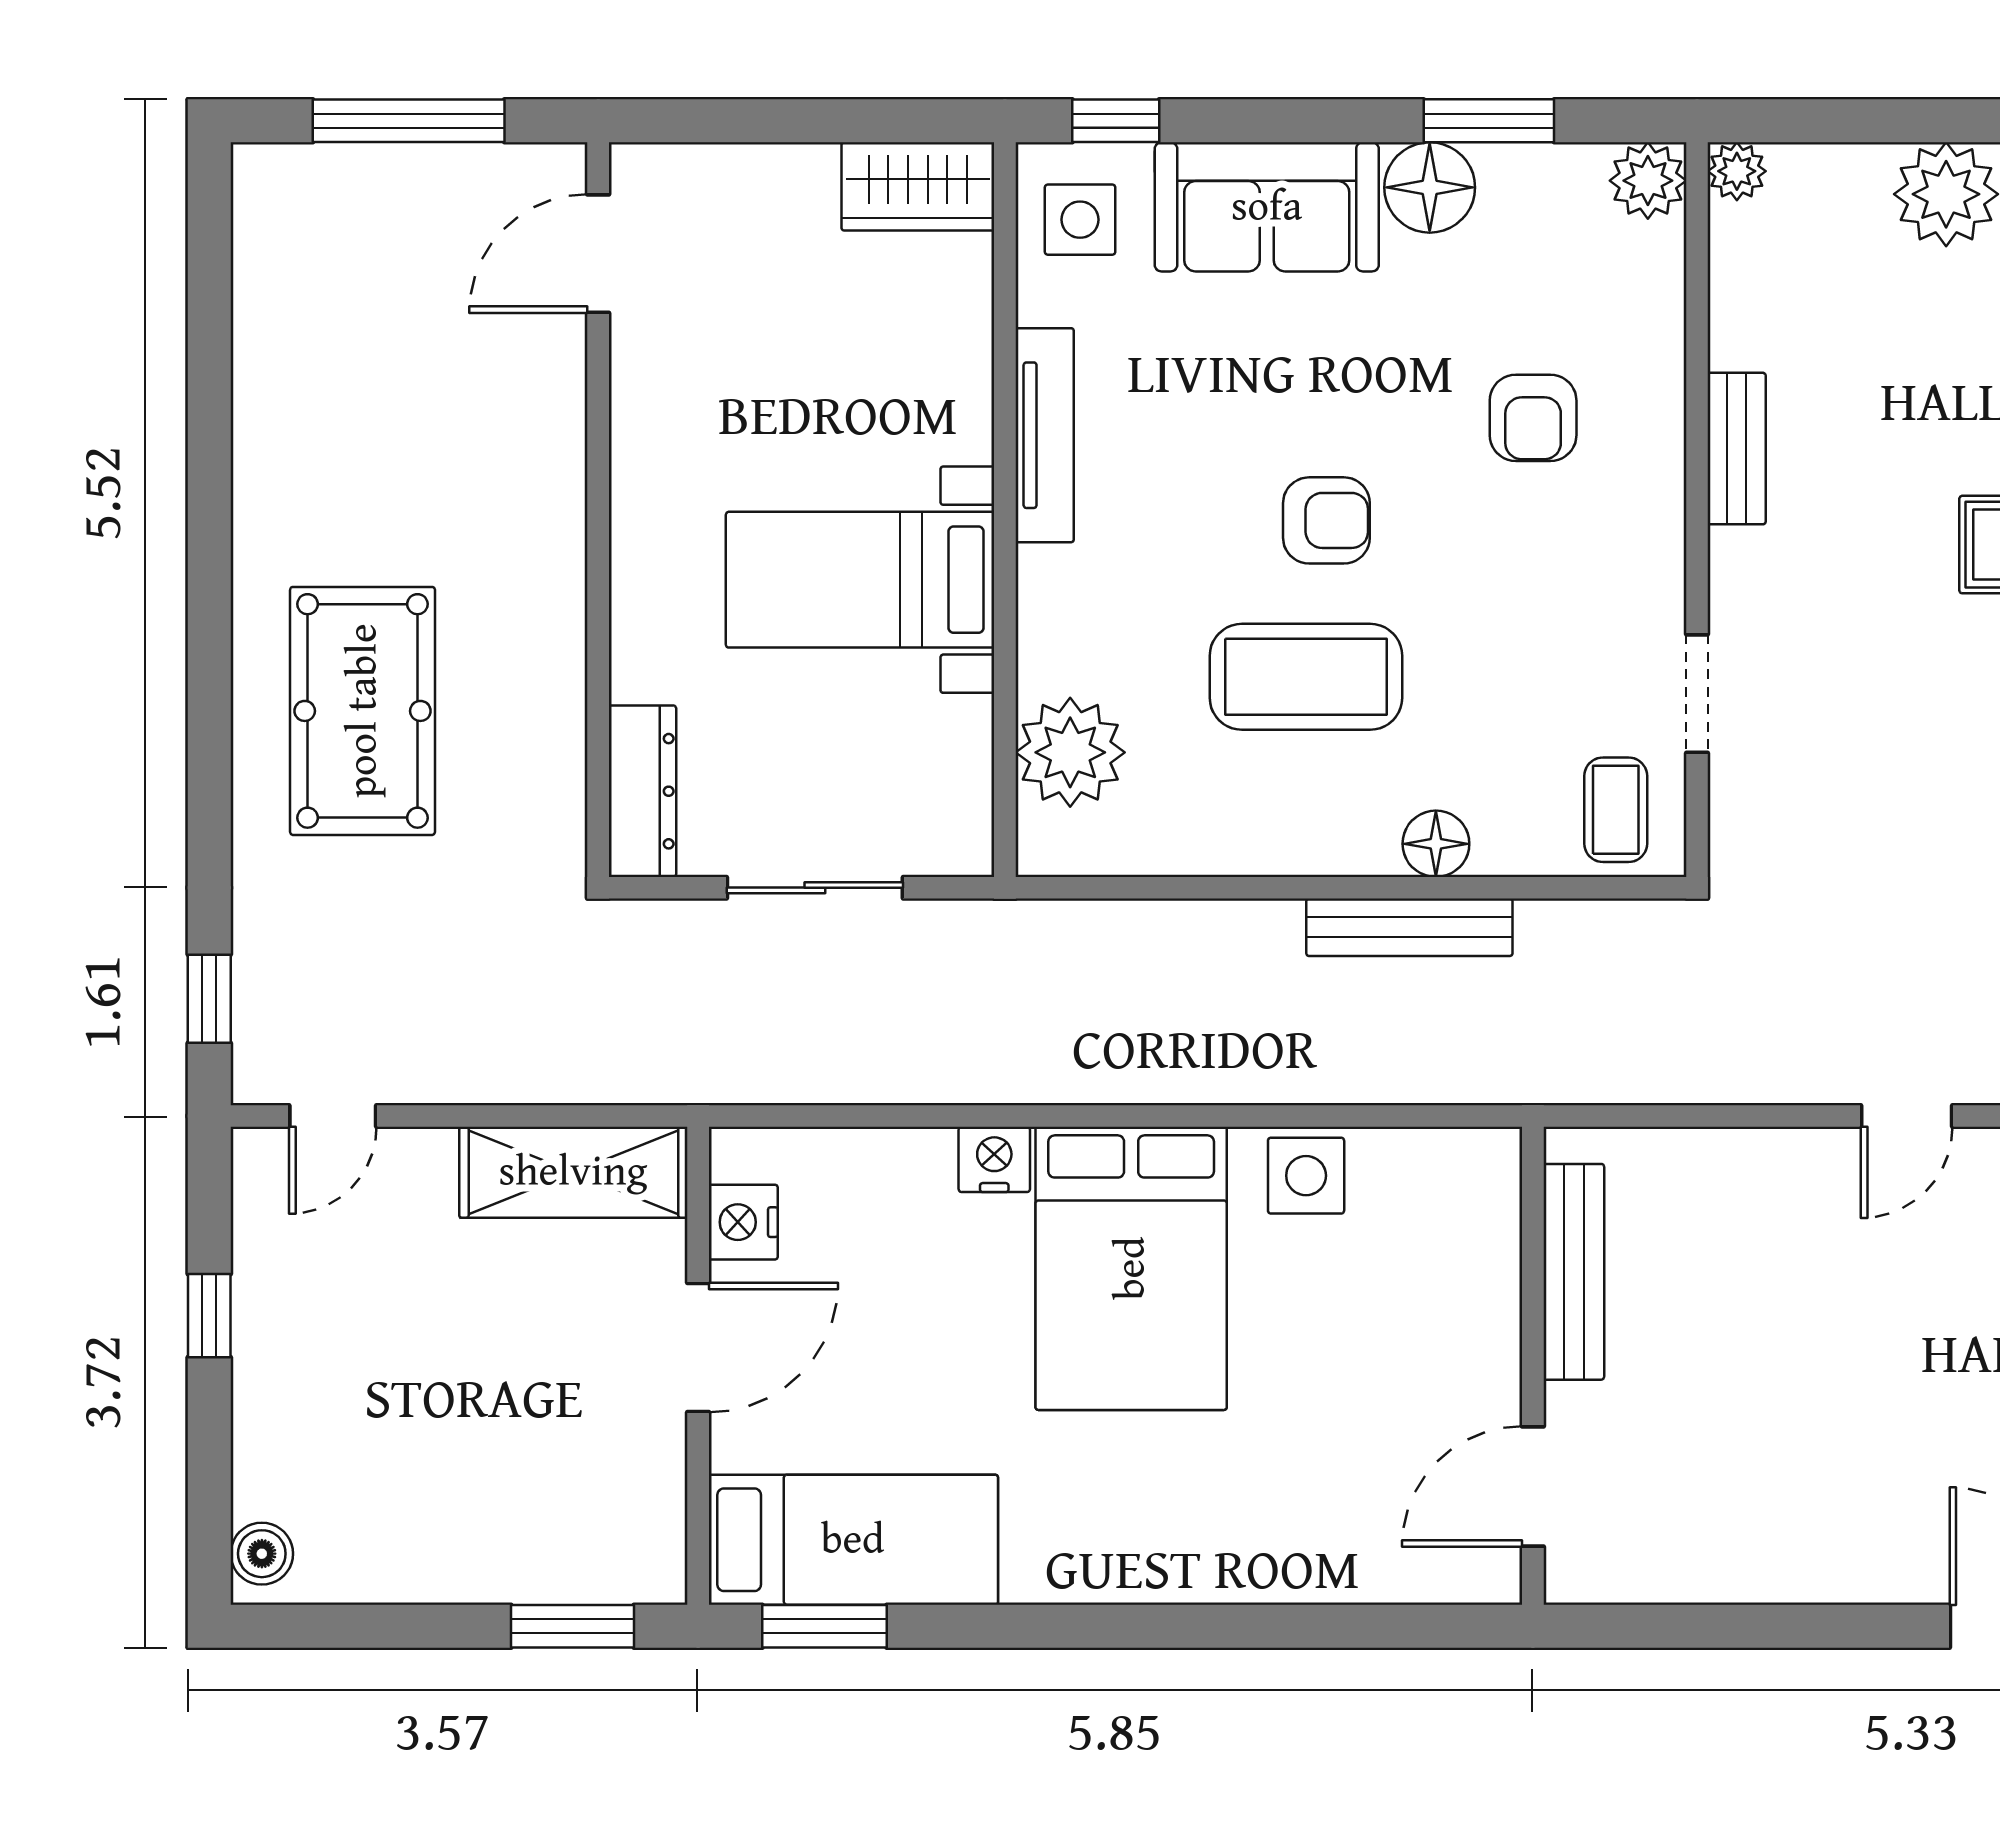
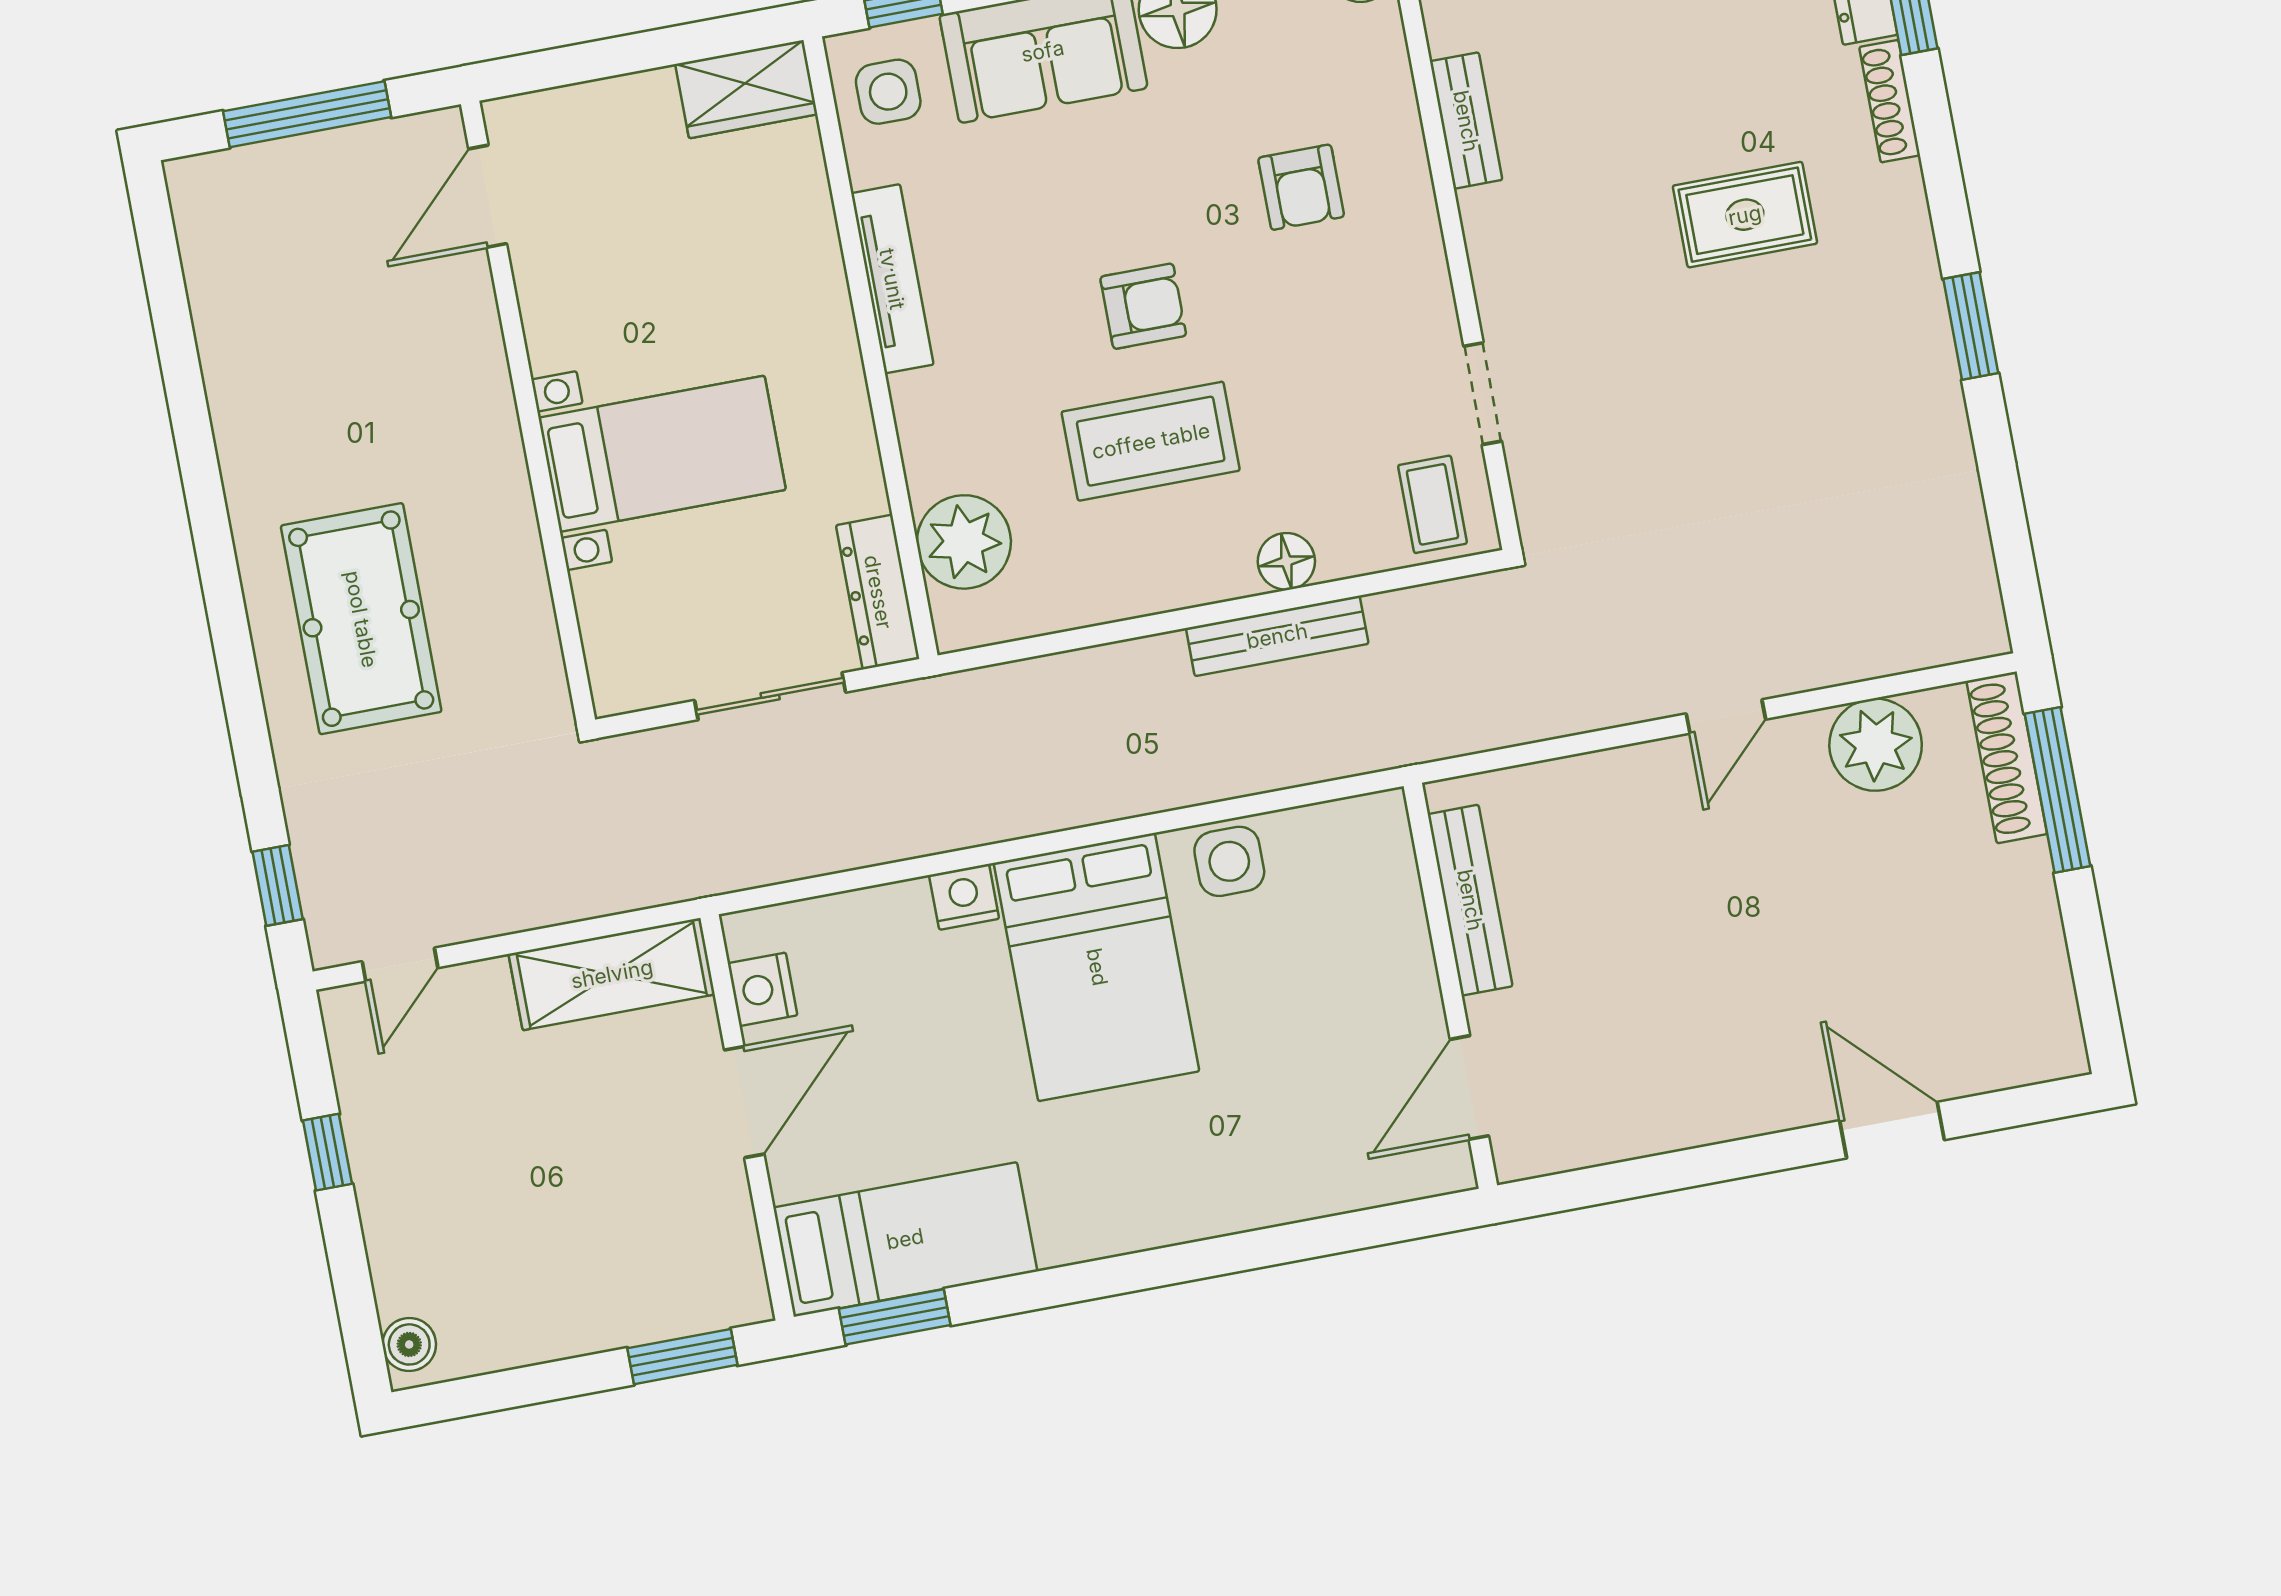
bench: (1737, 449) -> (1466, 121), moved
bed with nightstands: (860, 580) -> (662, 454), moved, turned 180
dresser: (642, 791) -> (878, 592), moved, turned 180

